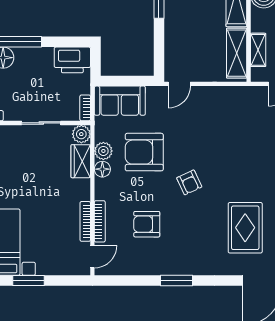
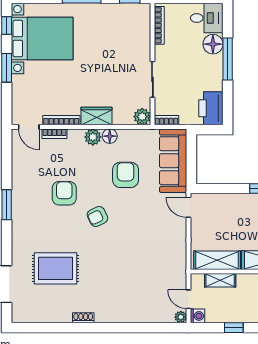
sofa: (120, 101) -> (173, 161), width x1.36
plant: (103, 151) -> (93, 137), moved
armchair: (144, 152) -> (126, 175), width x0.73, depth x0.73
wardrobe: (81, 161) -> (97, 116), moved
bookcase: (100, 221) -> (54, 134), width x0.64
armchair: (147, 224) -> (64, 193), moved

